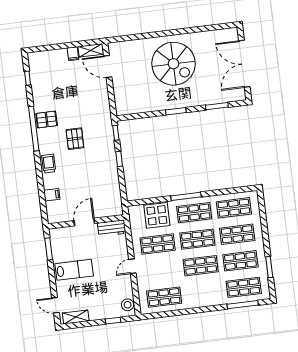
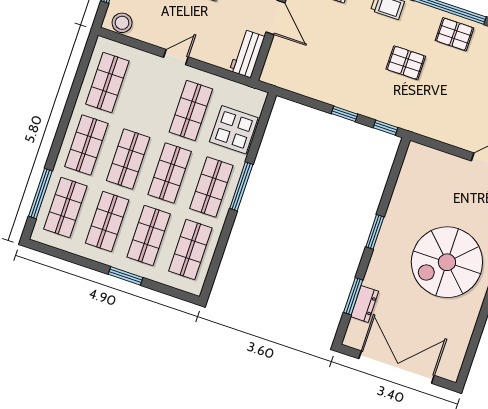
dresser: (218, 98) -> (365, 304), added
pallet: (47, 119) -> (454, 34), turned 90
door: (132, 266) -> (176, 57), hinge flipped
window: (269, 267) -> (126, 276), moved
shop shelf: (204, 292) -> (86, 145), added

